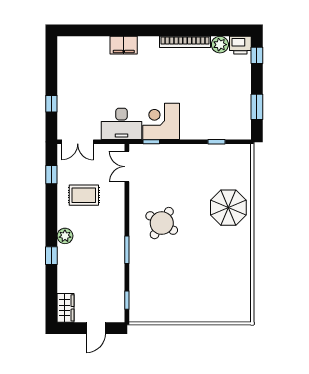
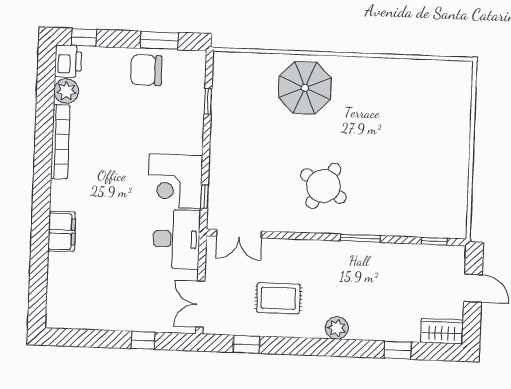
chair: (236, 99) -> (146, 70), added
double door: (78, 142) -> (200, 304), swing flipped
rug: (84, 195) -> (278, 298), turned 90
window: (51, 256) -> (398, 350), moved

